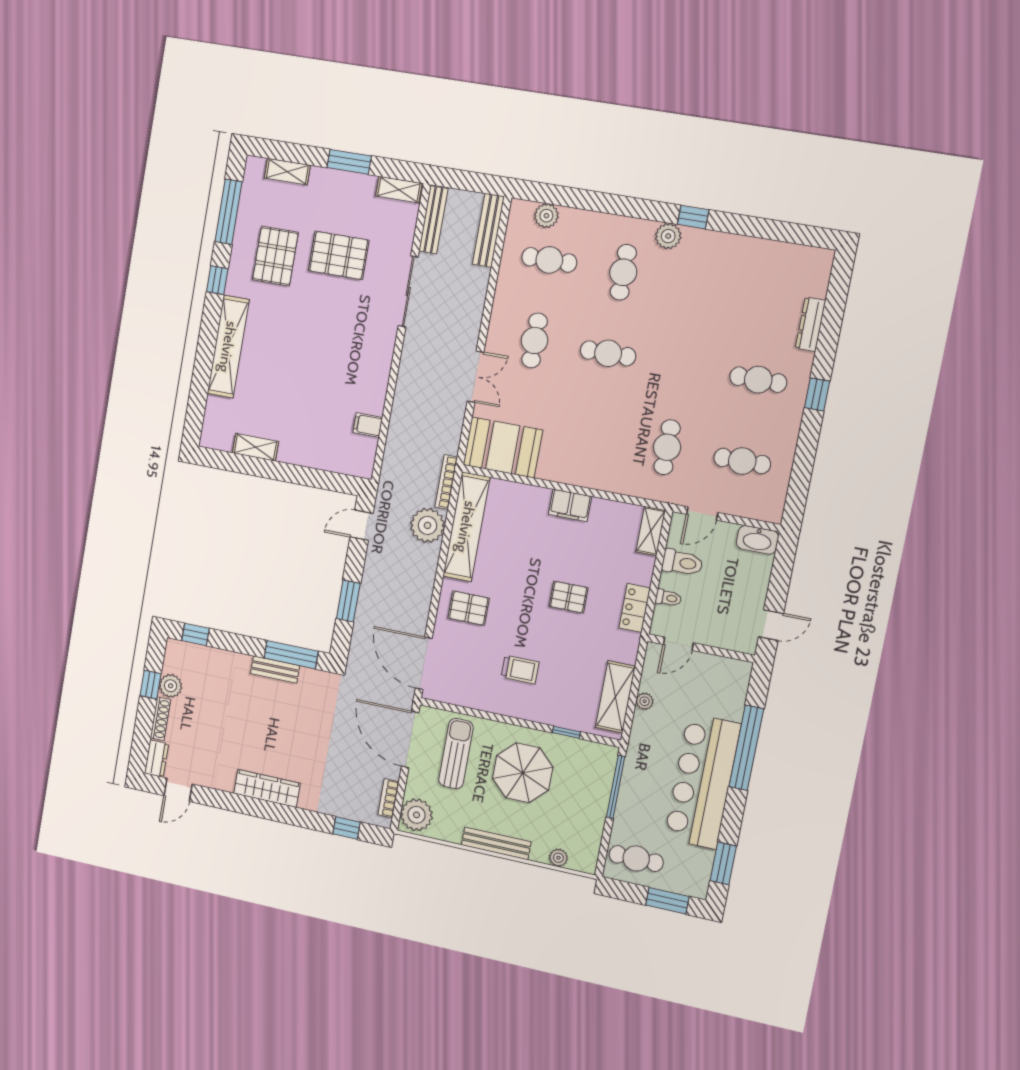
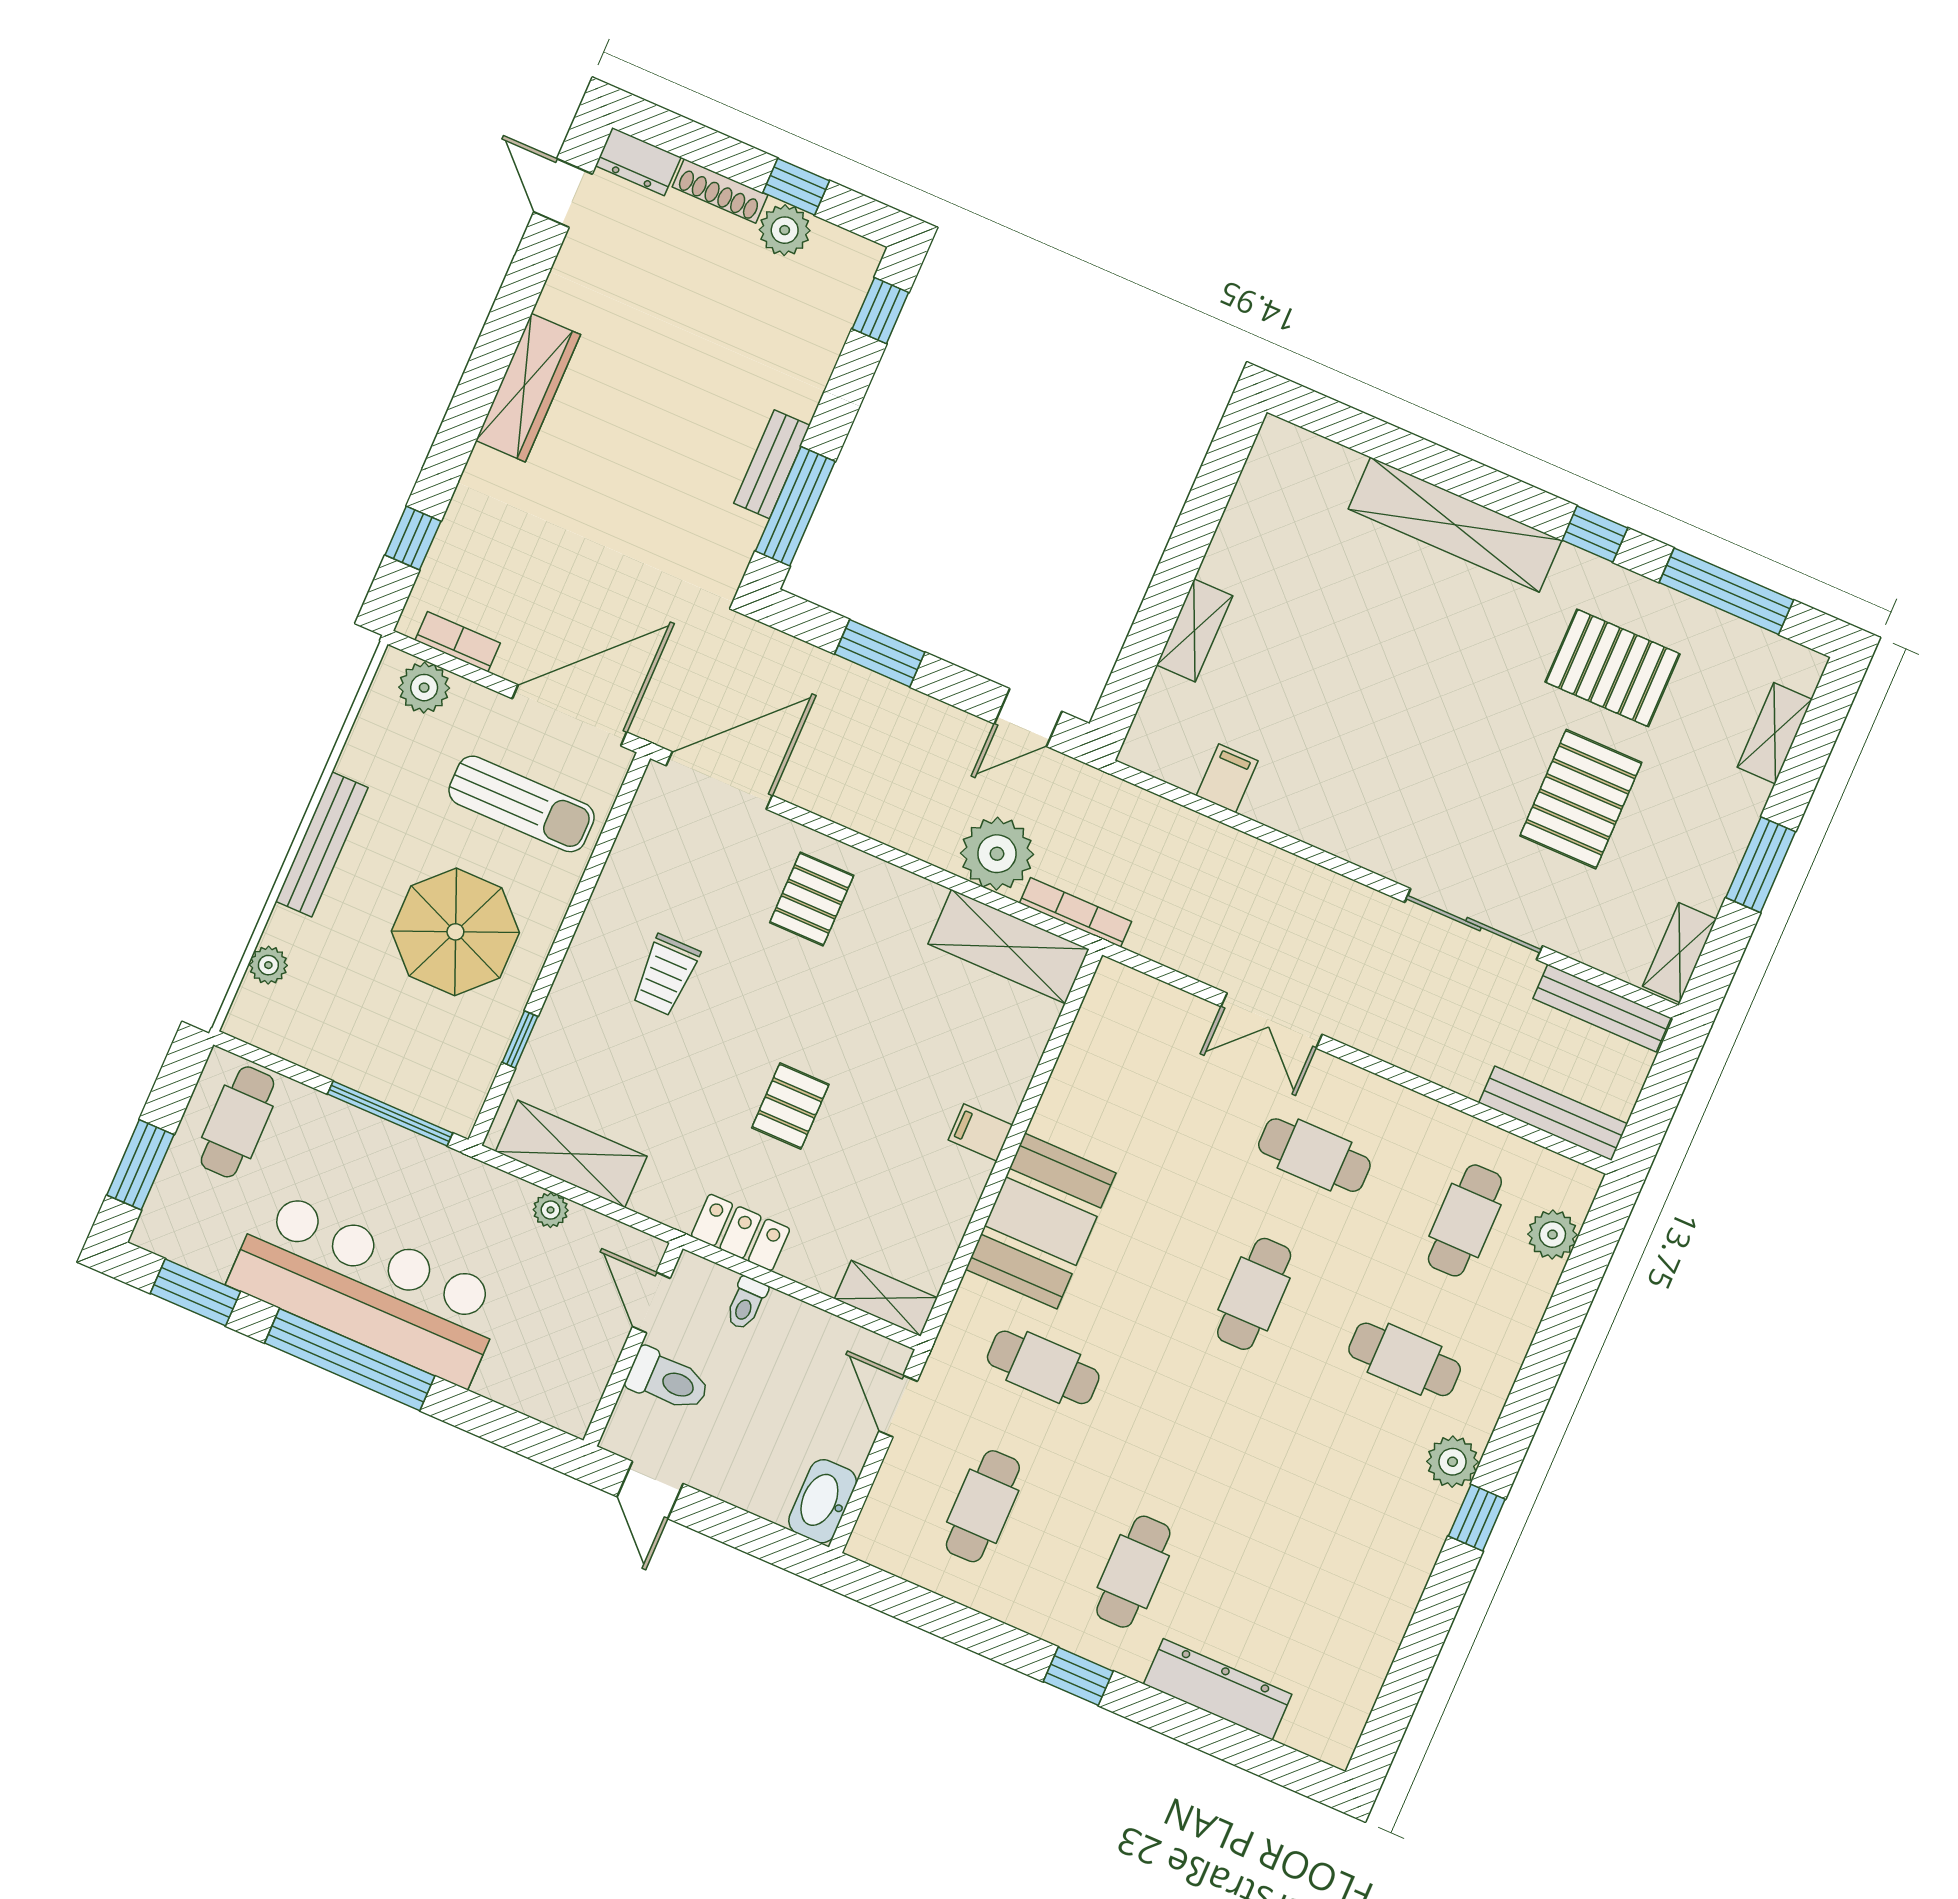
dresser: (811, 324) -> (1218, 1689), width x1.37, depth x1.24
shelving: (255, 447) -> (1195, 630), moved
booth: (503, 447) -> (1041, 1221), moved
filing cabinet: (570, 505) -> (980, 1133), width x0.50
door: (362, 525) -> (1028, 718), swing flipped
shelving: (466, 527) -> (1008, 947), width x0.68
toilet: (682, 563) -> (668, 1380), moved, turned -90
window: (746, 748) -> (350, 1360), moved
plant: (416, 815) -> (424, 688), width x0.73, depth x0.73

